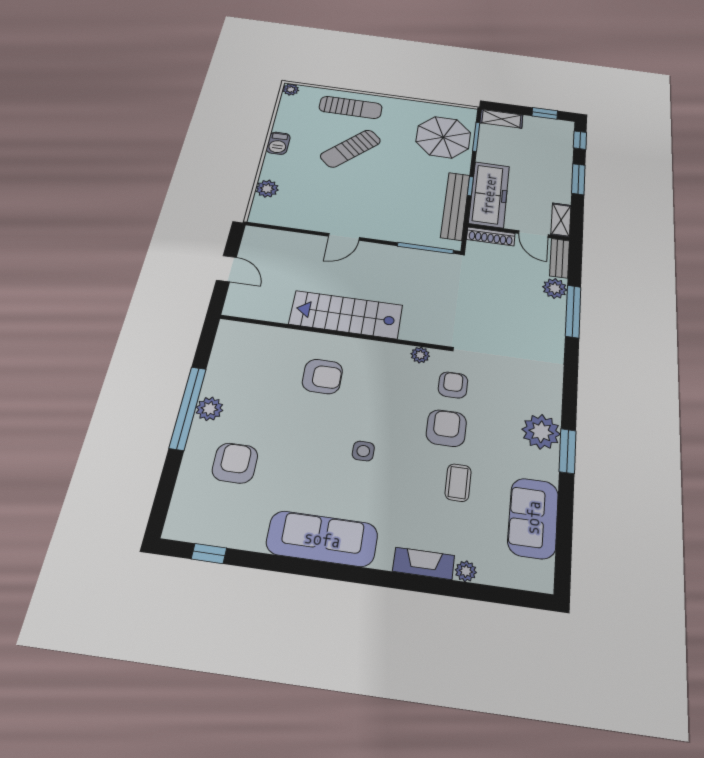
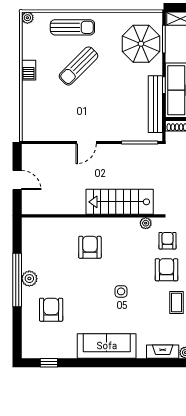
plant: (267, 189) -> (29, 111), removed
stairs: (346, 315) -> (120, 202), moved
armchair: (322, 376) -> (90, 247), turned -90

